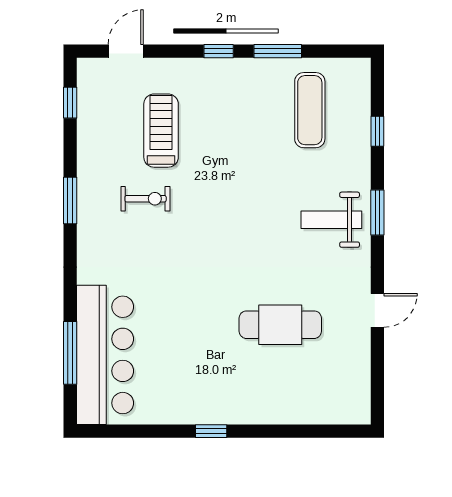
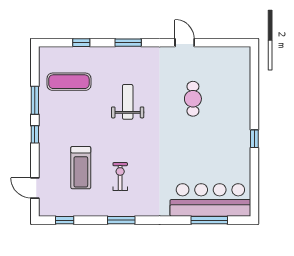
treadmill: (161, 131) -> (81, 168), turned -90
weight bench: (331, 220) -> (128, 102), moved, turned 180
cafe table: (280, 325) -> (193, 99), width x0.73, depth x0.74

